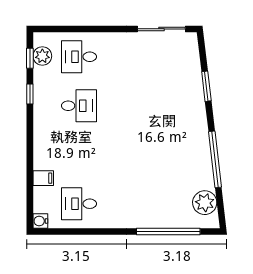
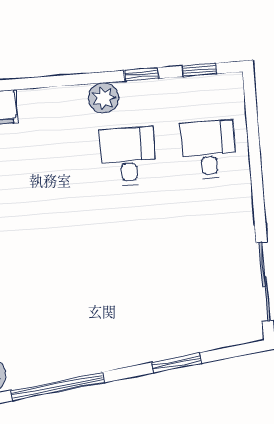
plant: (42, 56) -> (103, 98), moved
desk: (79, 106) -> (128, 156), turned 180

